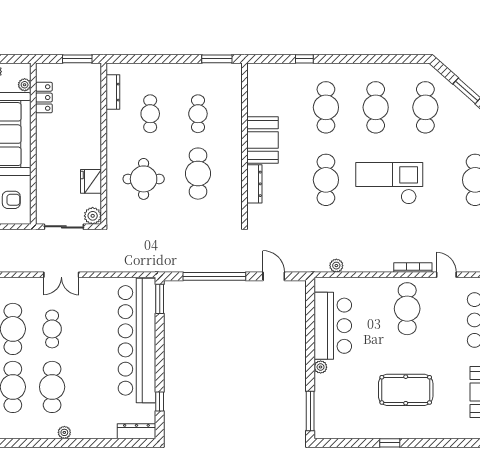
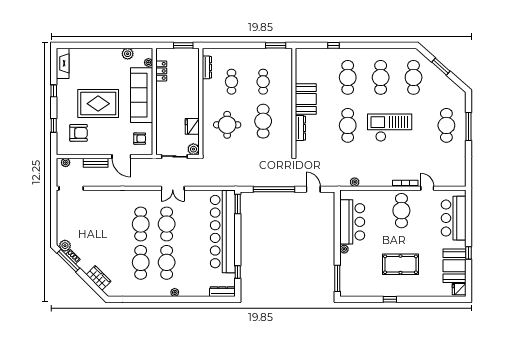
cafe table: (52, 329) -> (167, 224), width x1.37, depth x1.35

